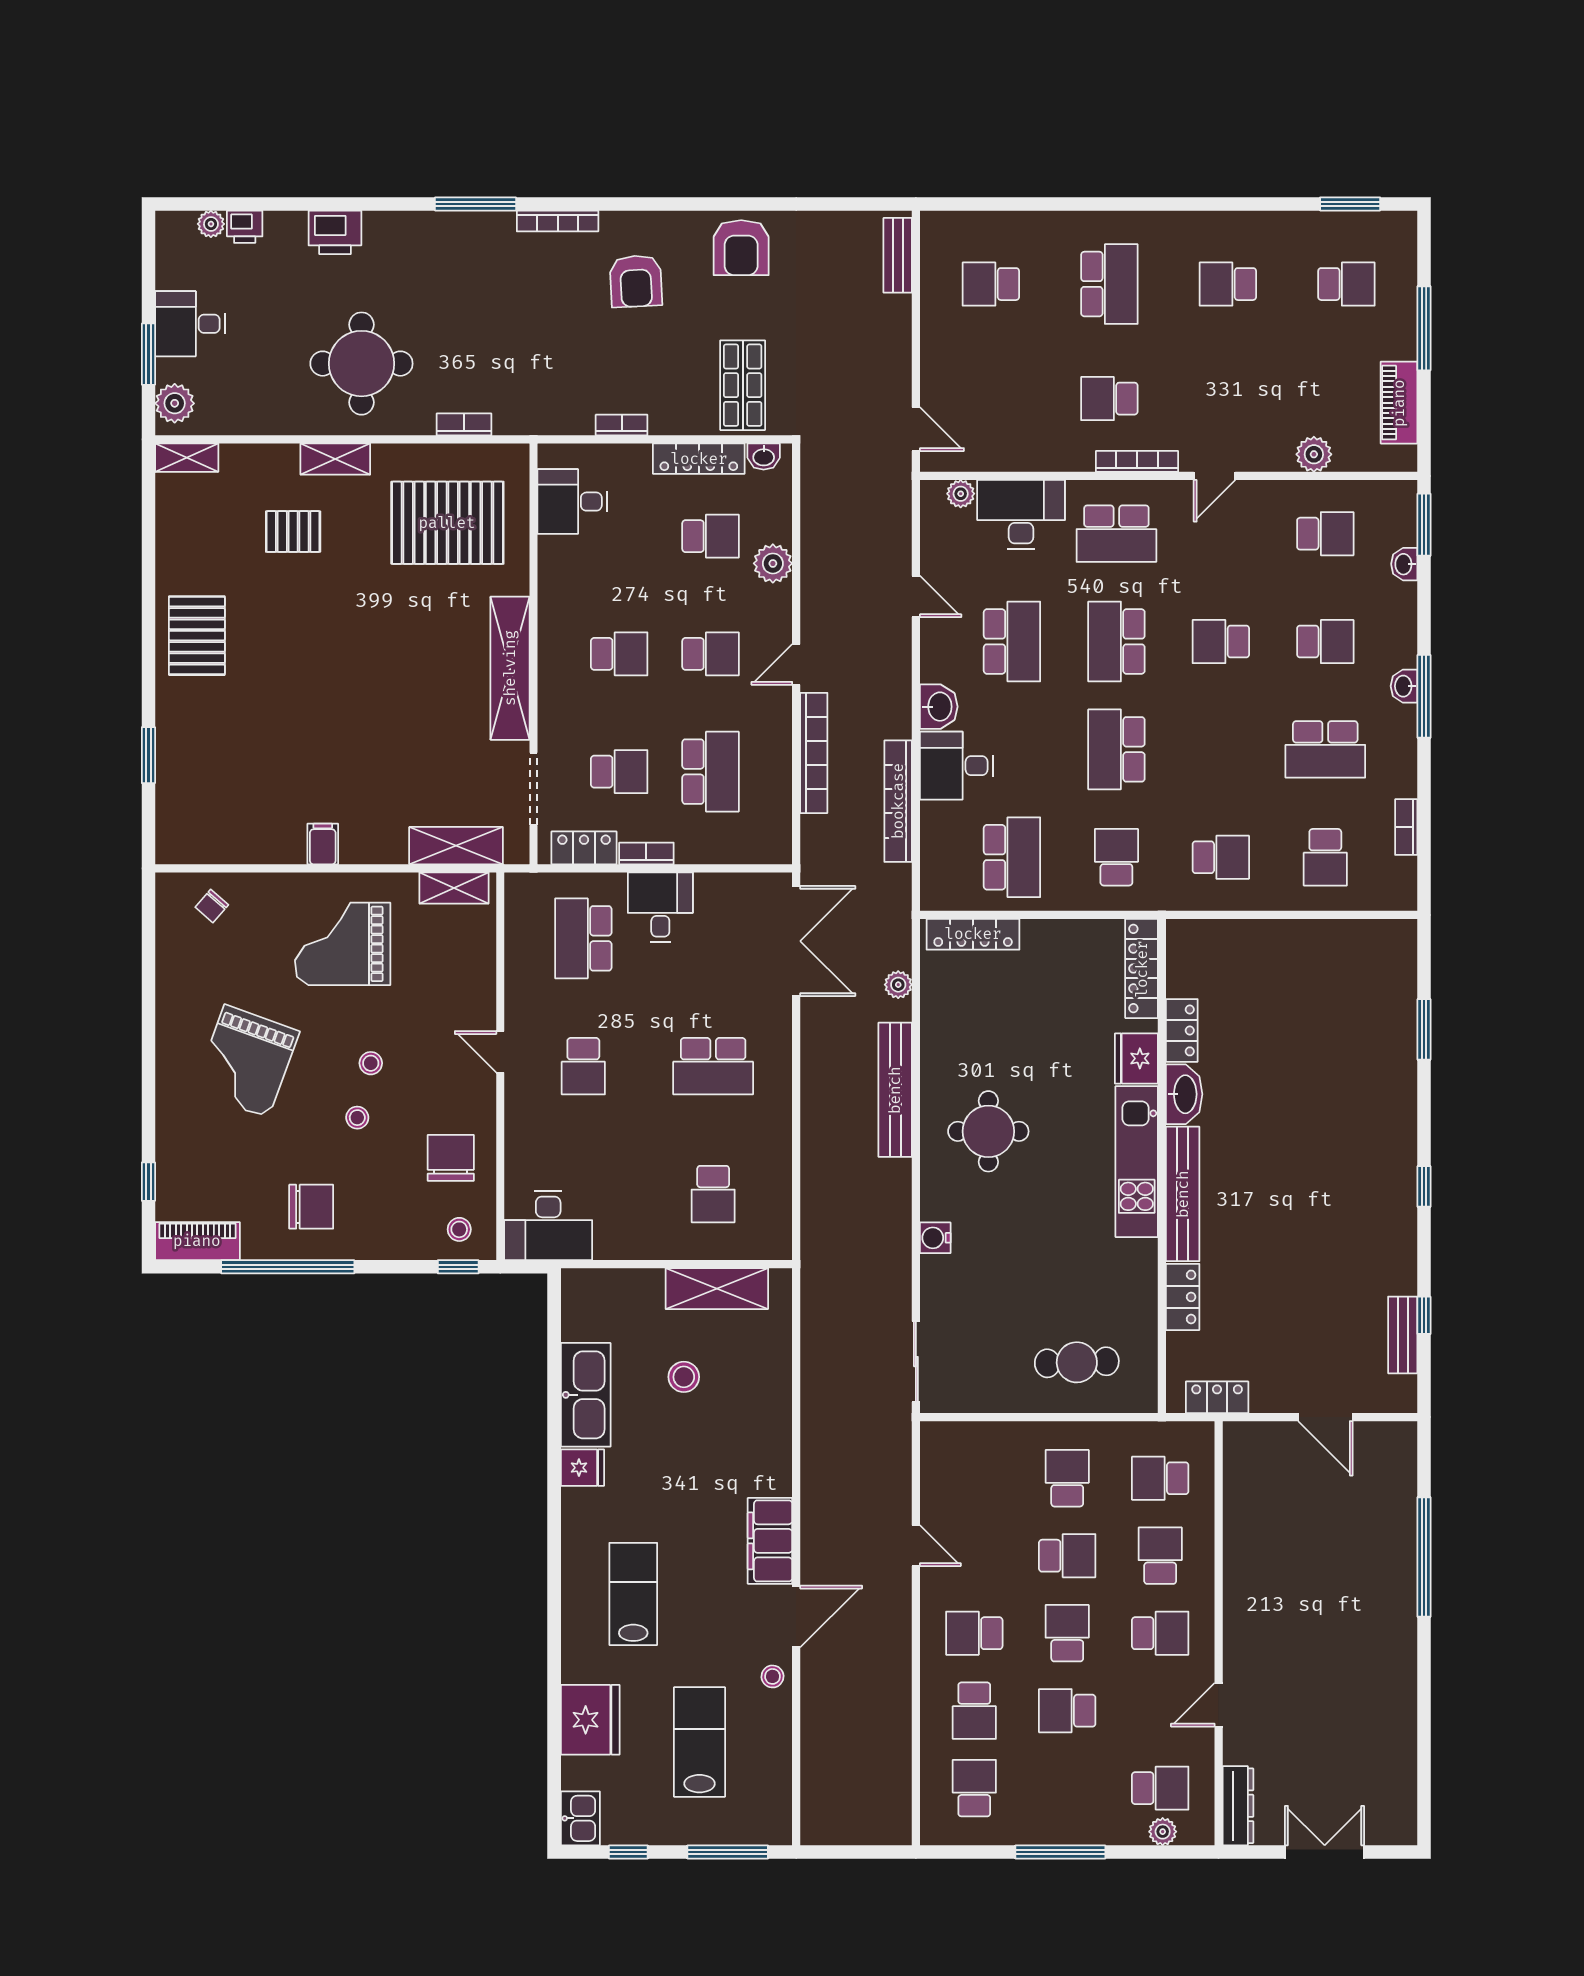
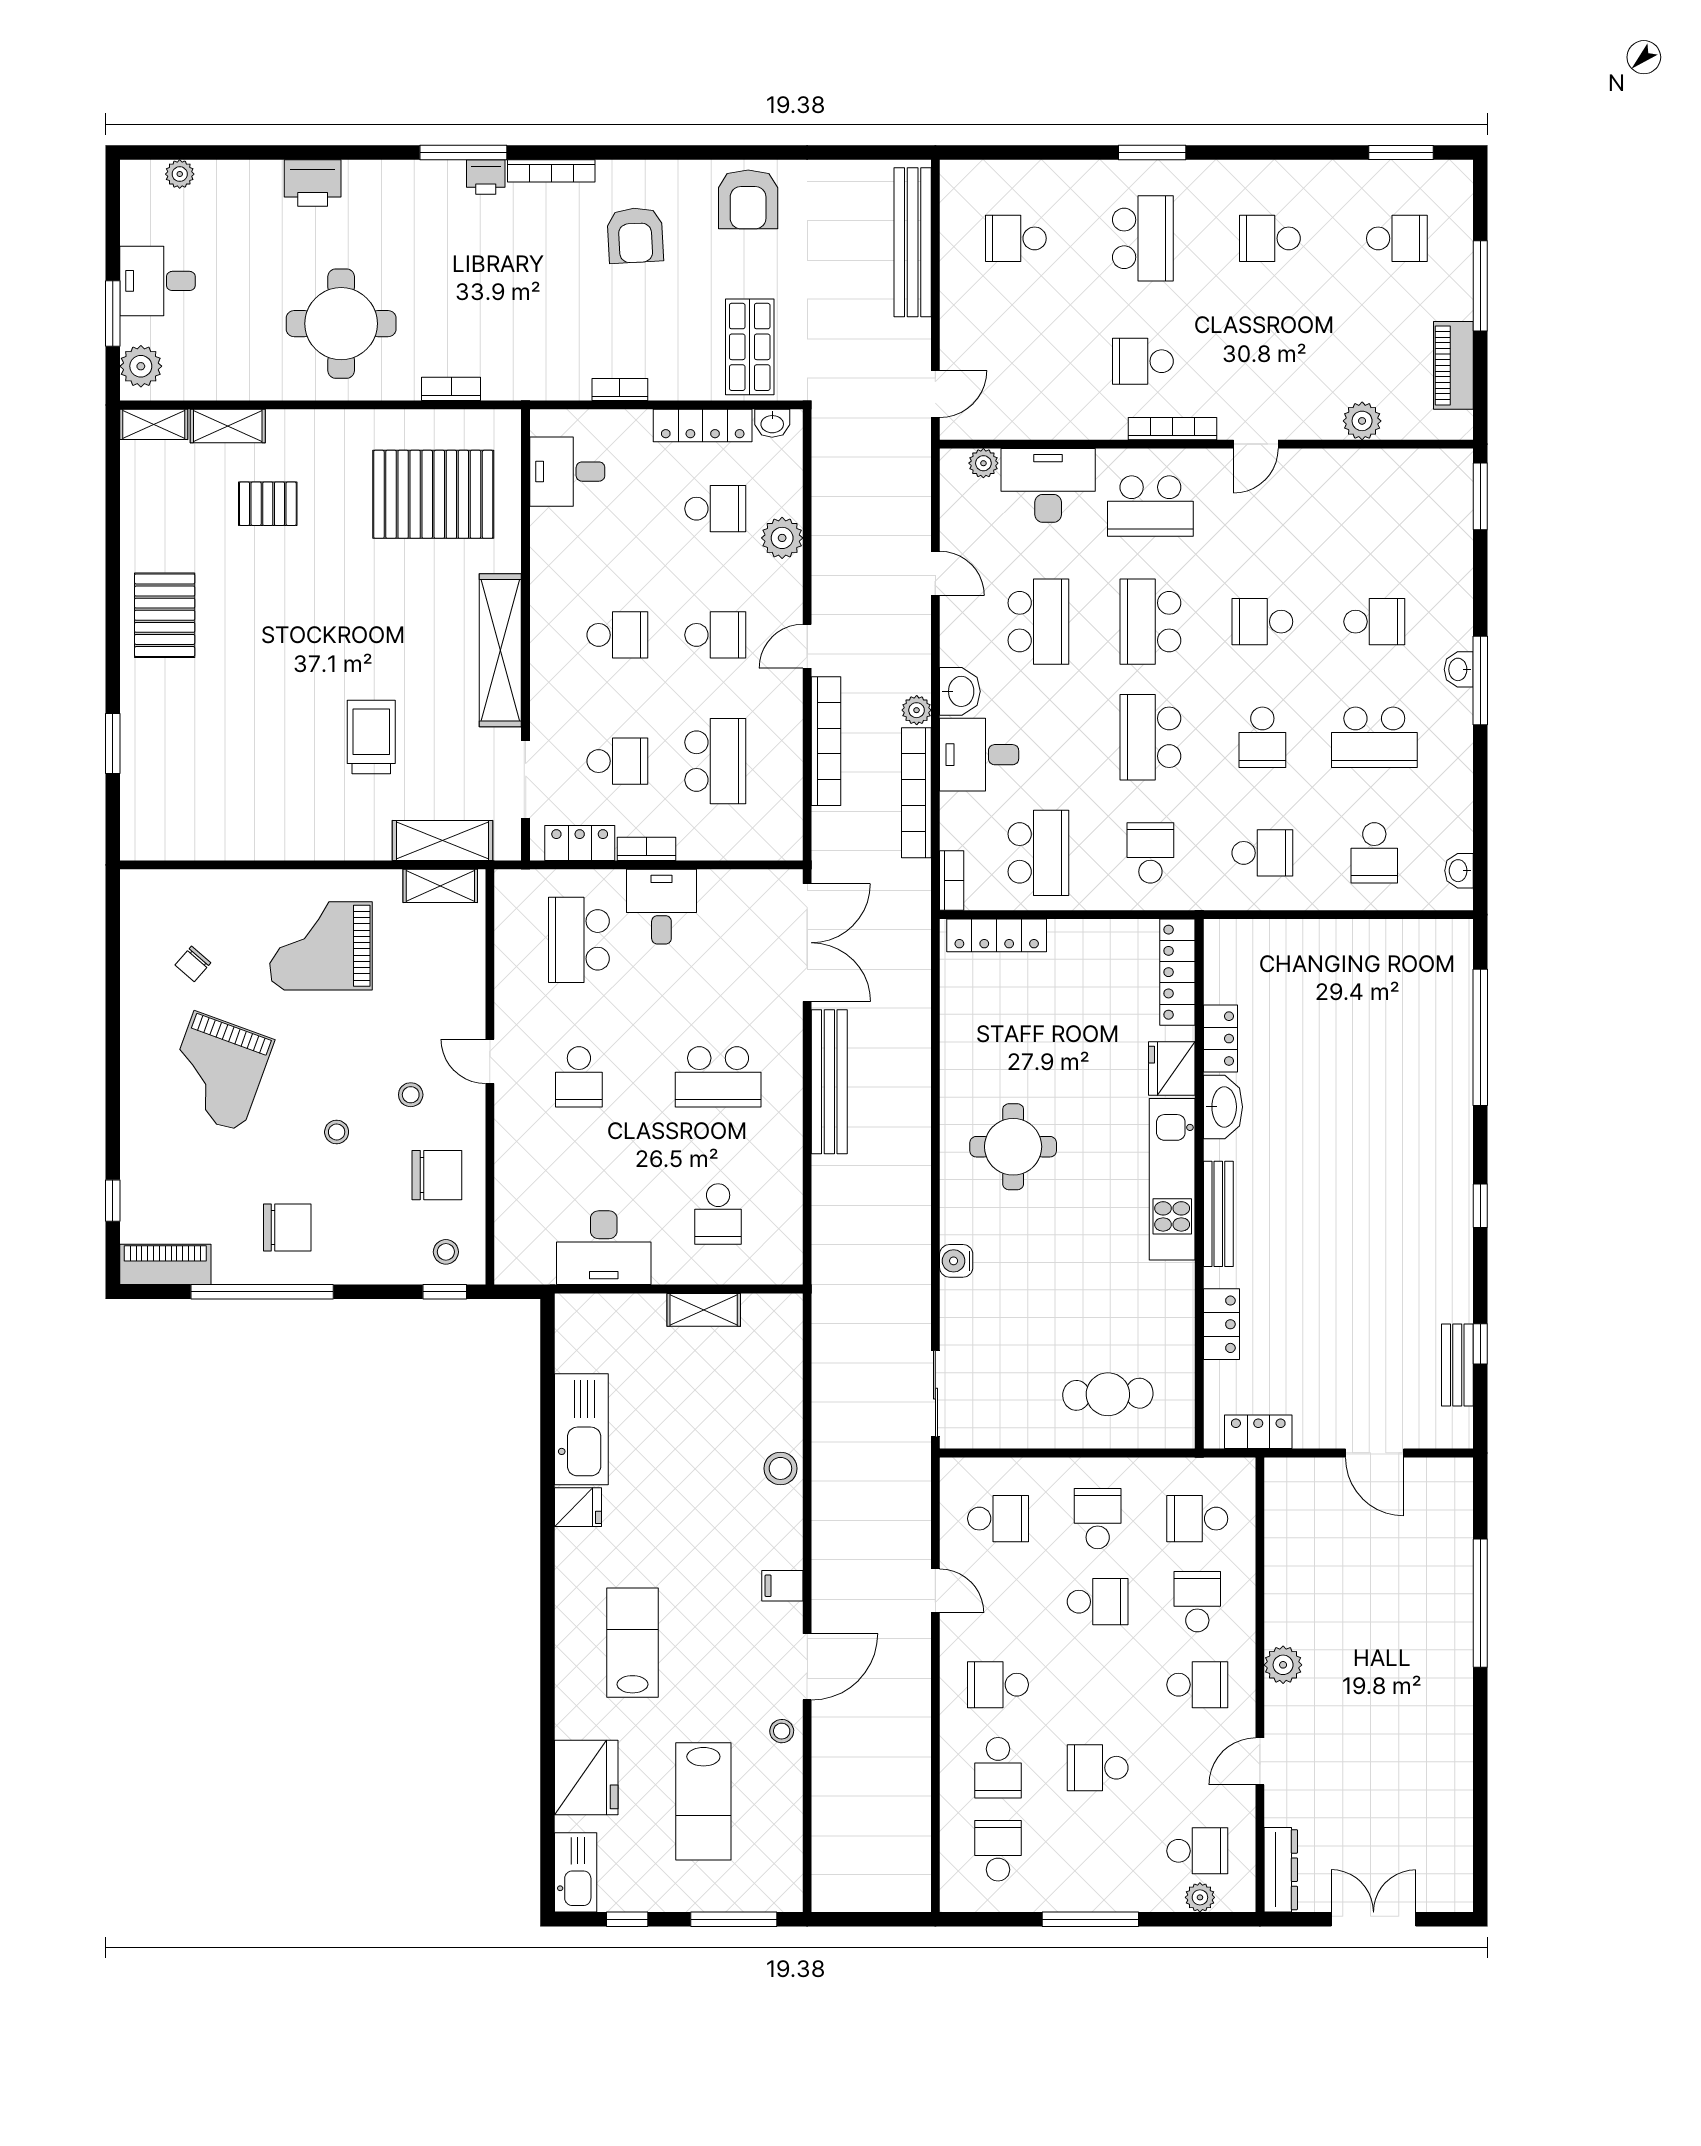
window: (1118, 204) -> (1152, 153), added
printer: (245, 227) -> (486, 177), moved
bench: (898, 255) -> (913, 242), width x1.86, depth x1.21
door: (916, 429) -> (935, 394), hinge flipped
shelving: (335, 459) -> (228, 426), moved
school desk: (1325, 534) -> (1262, 737), moved, turned 90
washbasin: (1404, 564) -> (1459, 871), moved
trolley: (390, 749) -> (371, 737), added
bookcase: (1406, 827) -> (952, 881), moved, turned 180
filing cabinet: (323, 844) -> (300, 839), removed
chair: (212, 906) -> (193, 964), moved
plant: (898, 985) -> (917, 710), moved
window: (1424, 1029) -> (1480, 1037), width x2.11
stool: (371, 1063) -> (411, 1095), moved
bench: (895, 1090) -> (829, 1082), moved
chair: (451, 1158) -> (437, 1175), turned 90
bench: (1183, 1194) -> (1218, 1214), width x0.73, depth x0.82
desk: (548, 1226) -> (604, 1248), moved
shelving: (717, 1289) -> (704, 1310), width x0.67, depth x0.75
stool: (684, 1377) -> (780, 1468), moved
filing cabinet: (770, 1541) -> (782, 1586), width x0.33, depth x0.86
plant: (1240, 1615) -> (1283, 1665), added
school desk: (1067, 1633) -> (998, 1519), moved, turned 90
lab bench: (699, 1742) -> (703, 1801), turned 180
kitchen sink: (580, 1818) -> (576, 1872), width x1.38

